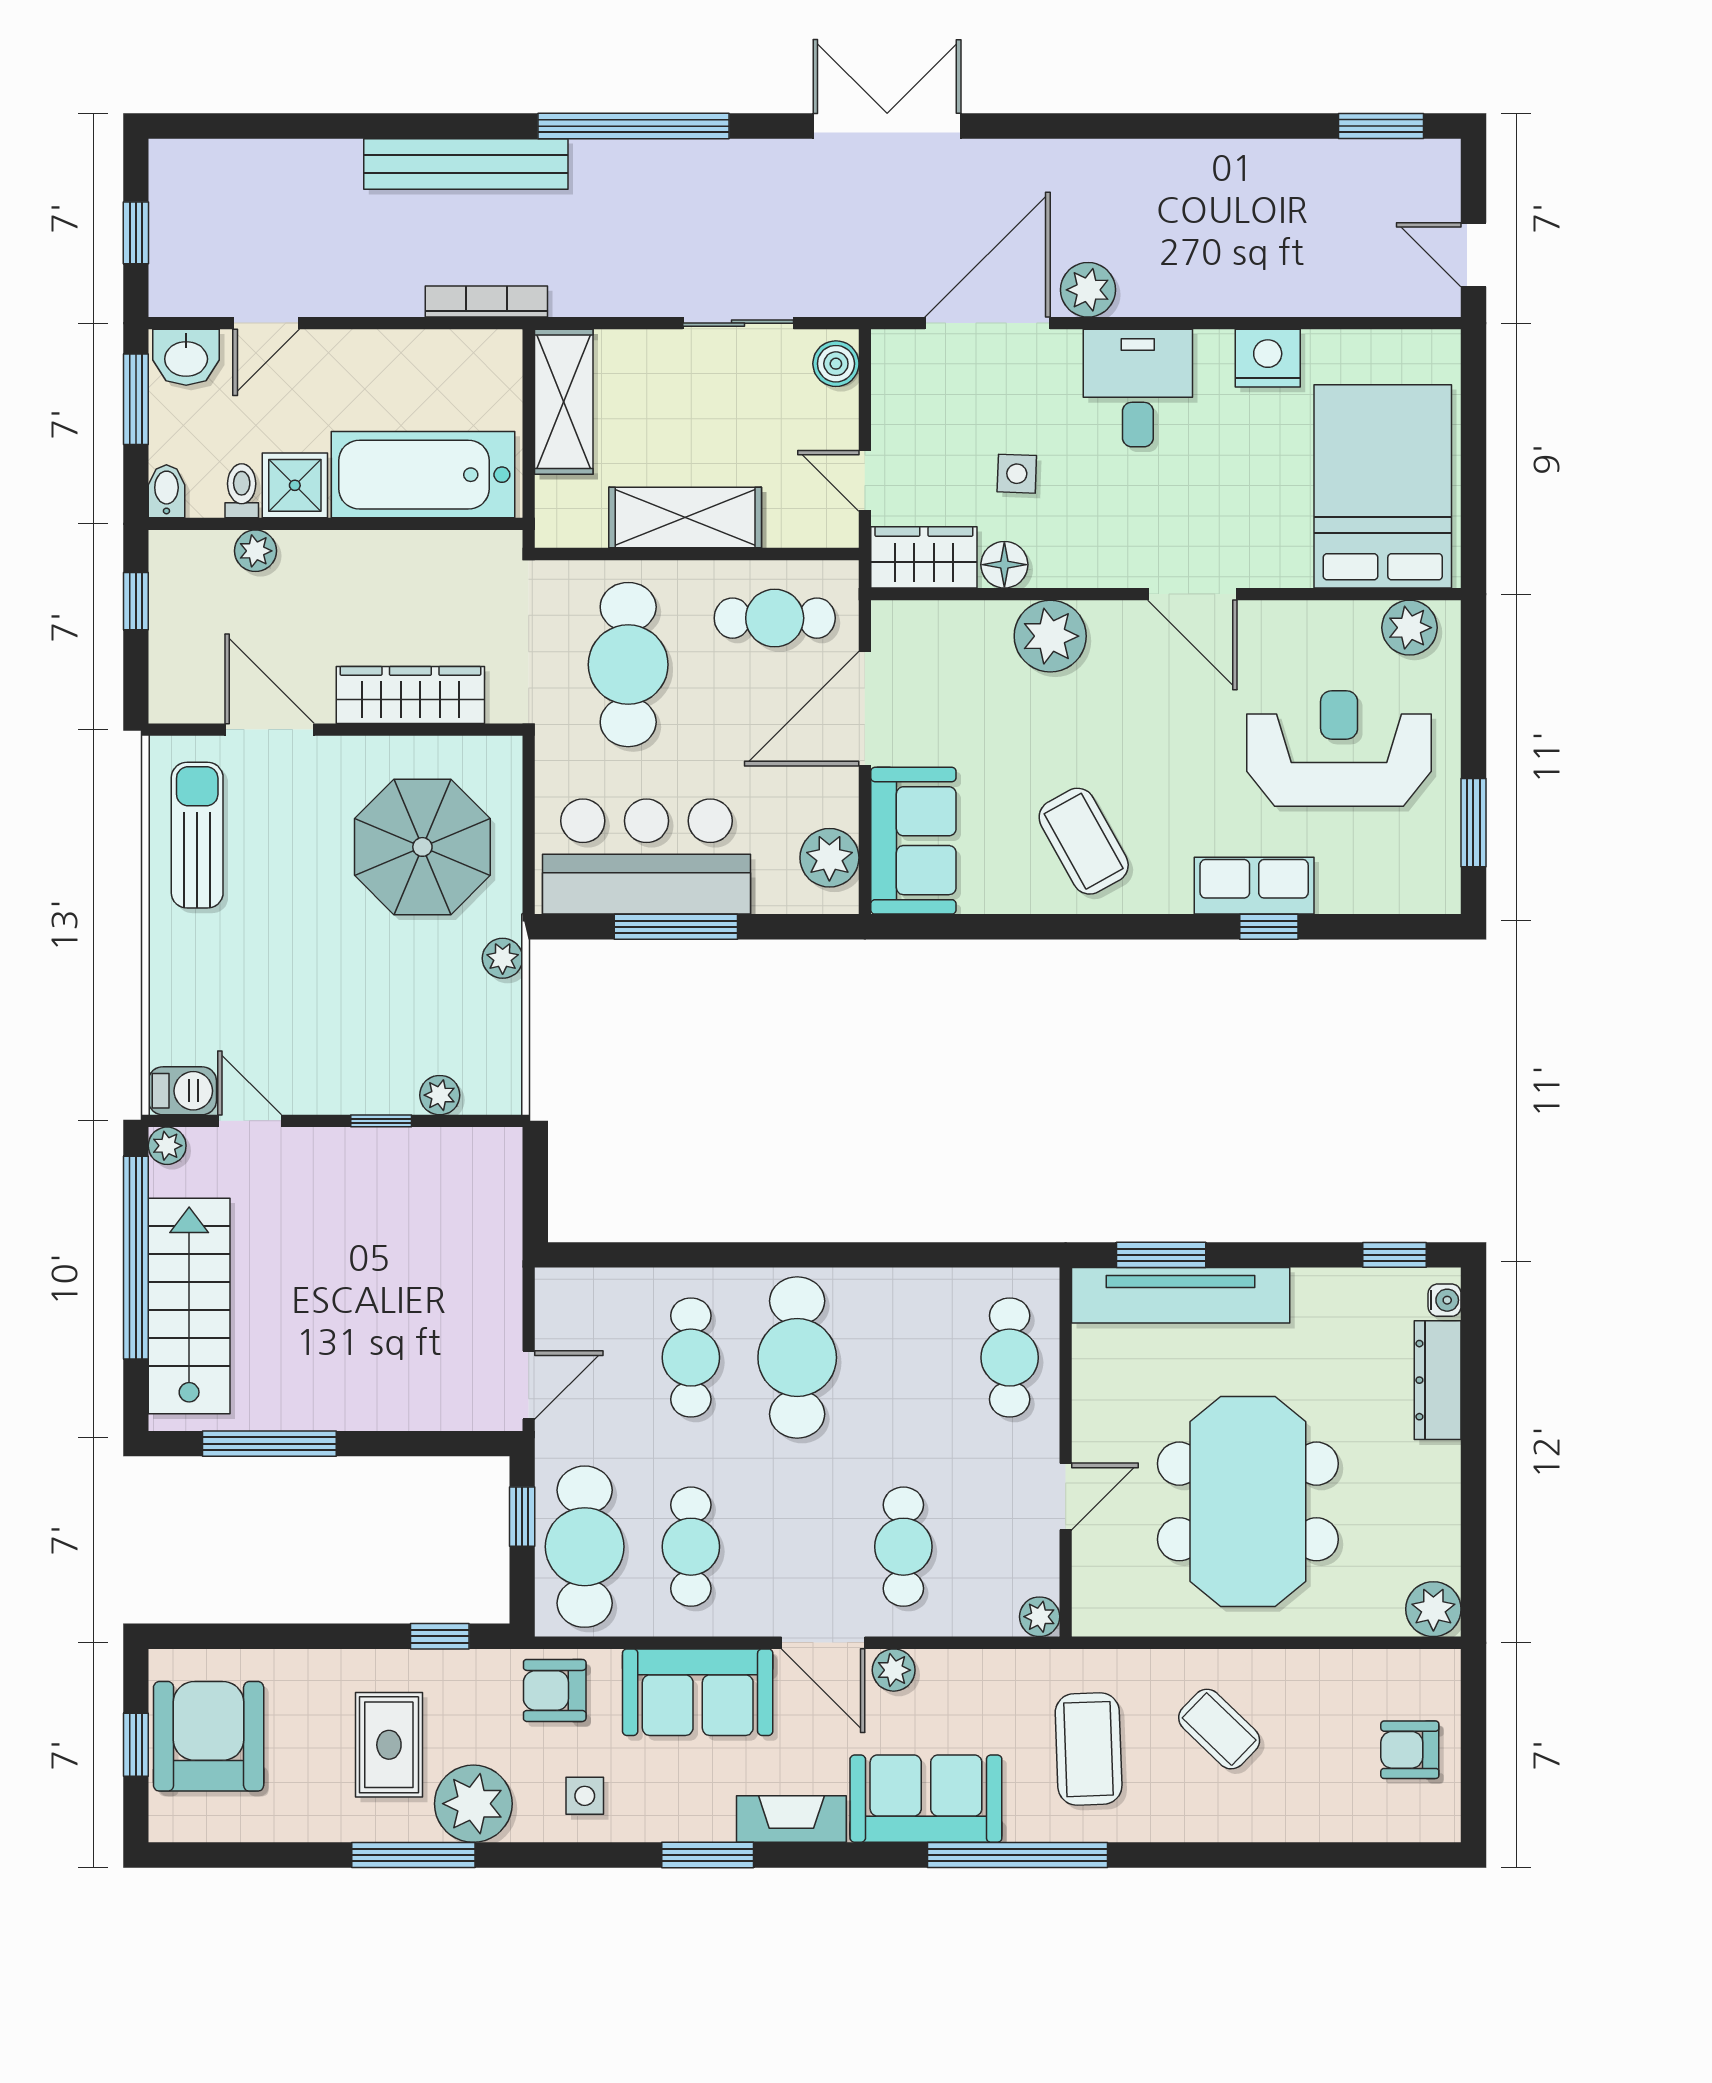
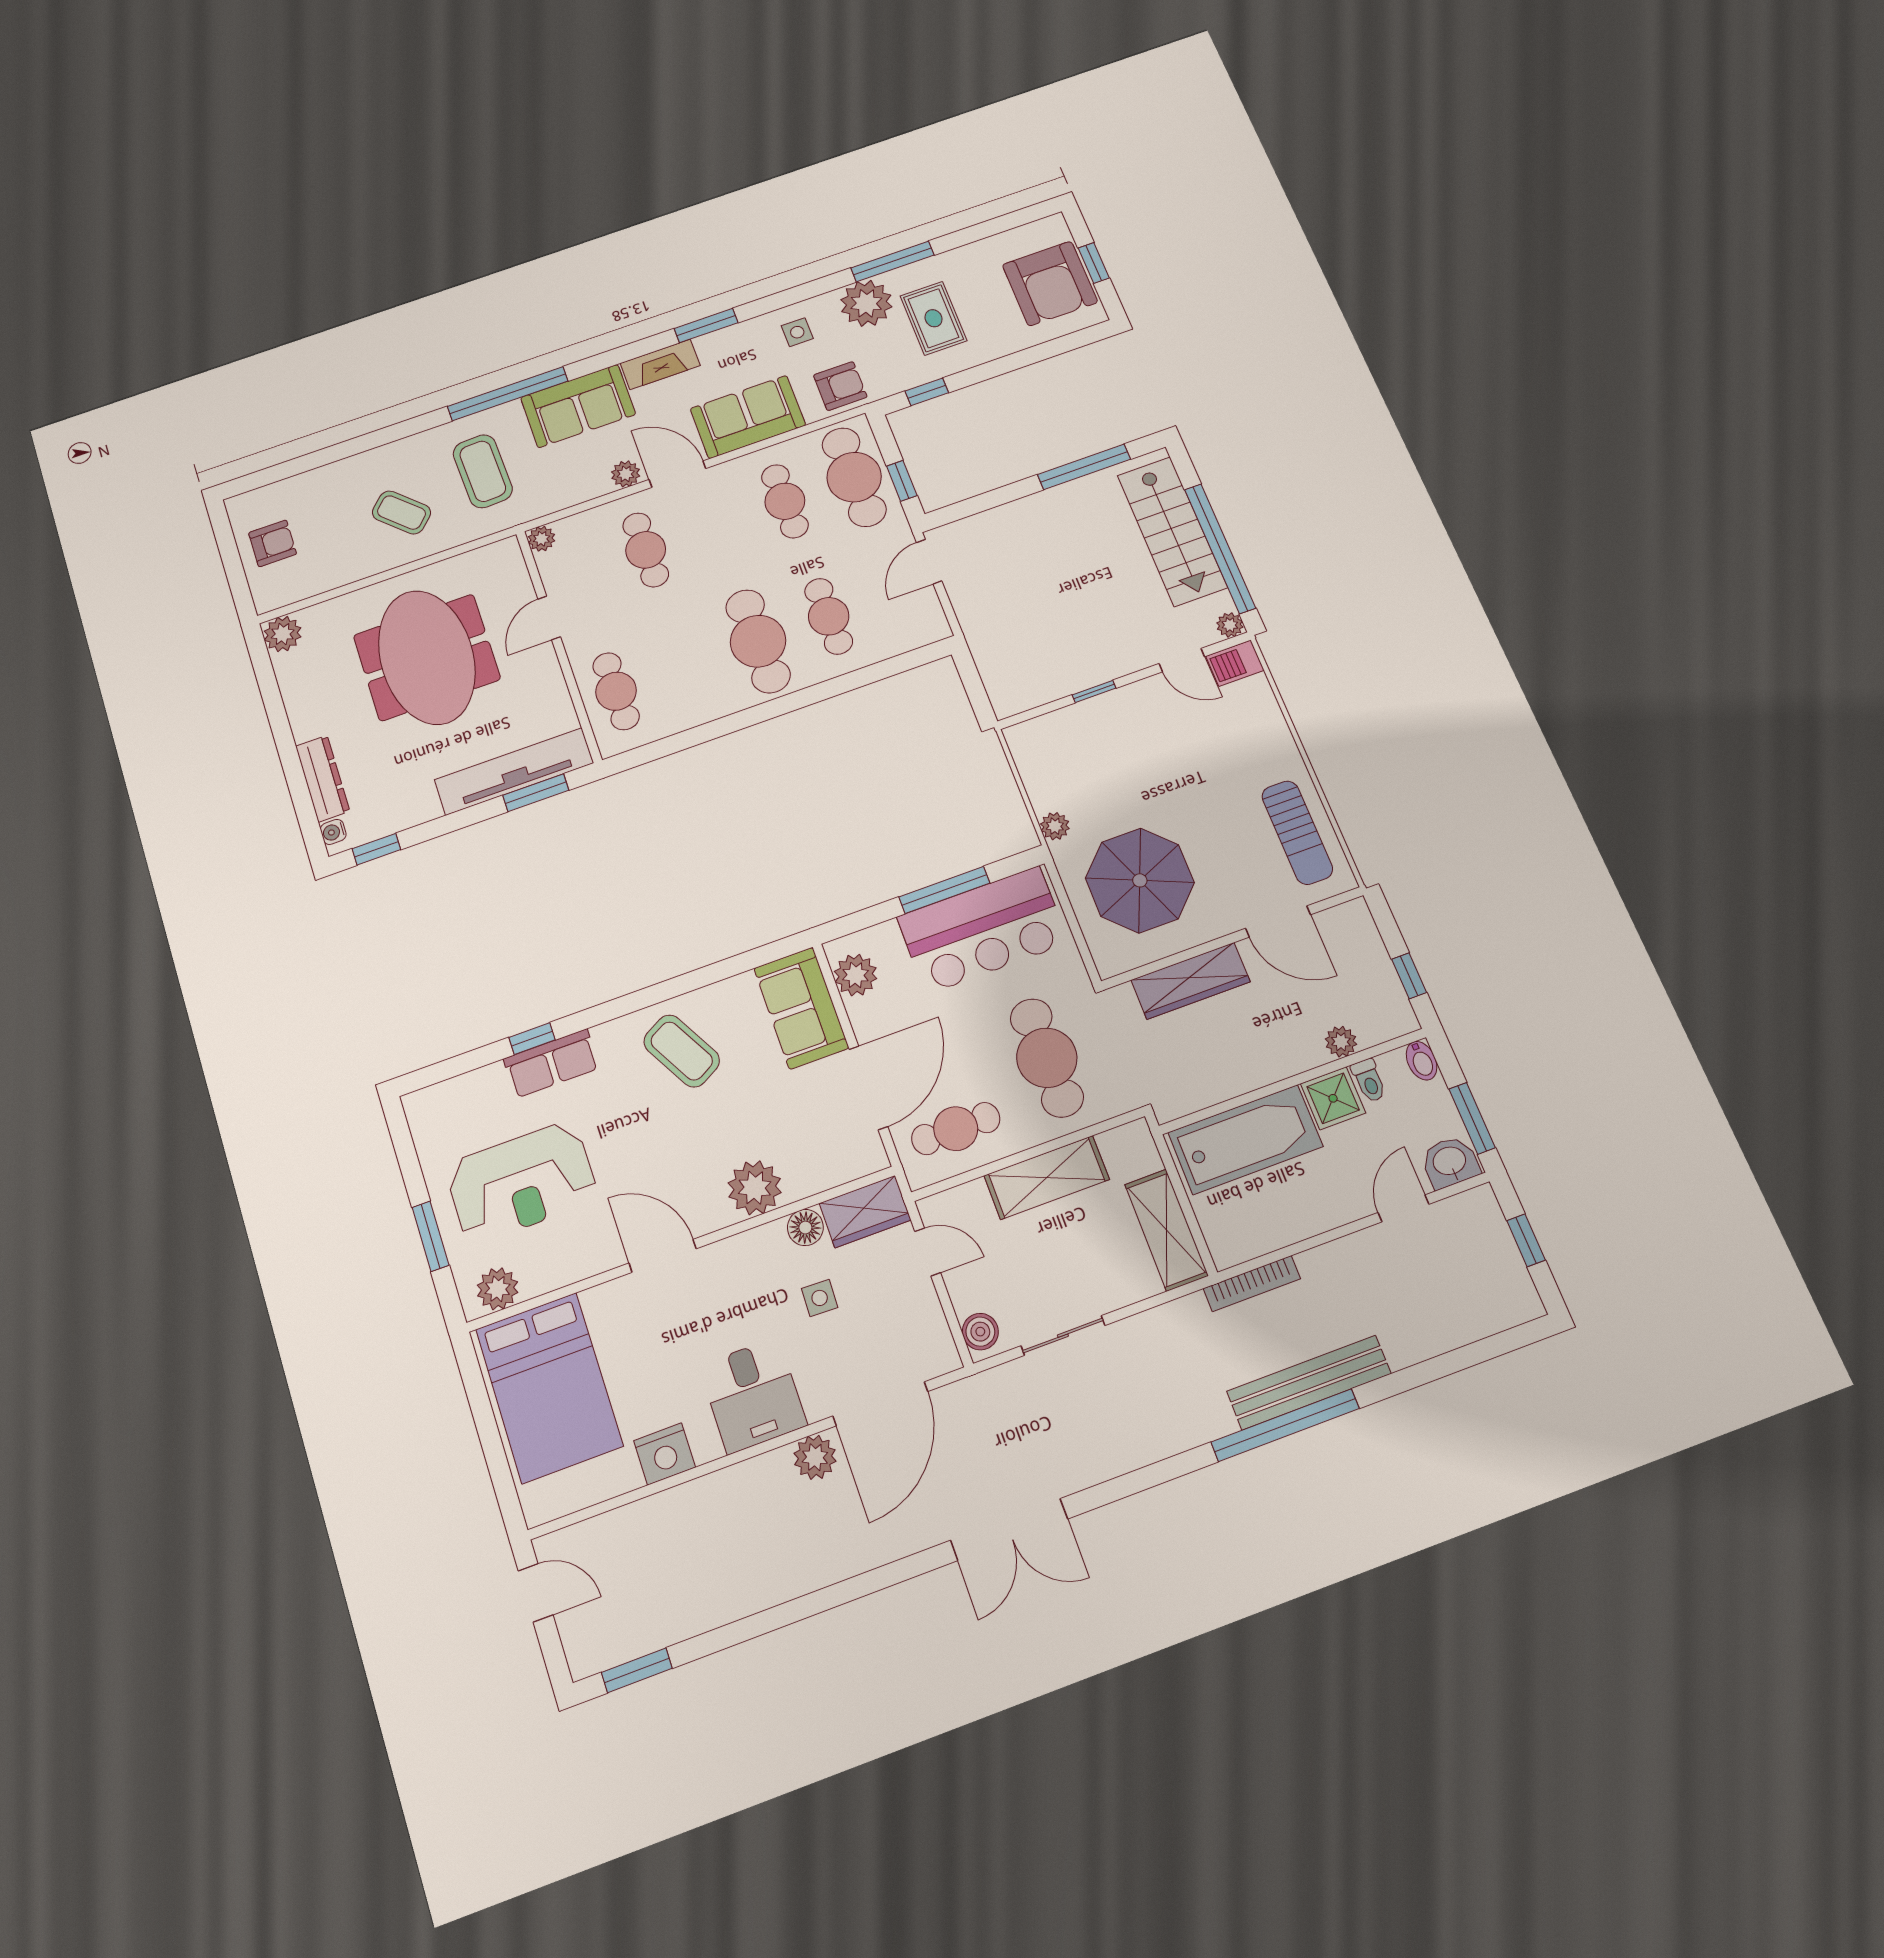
window: (633, 126) -> (1285, 1425), moved
window: (1473, 823) -> (431, 1236), moved
plant: (440, 1095) -> (1061, 722), removed

